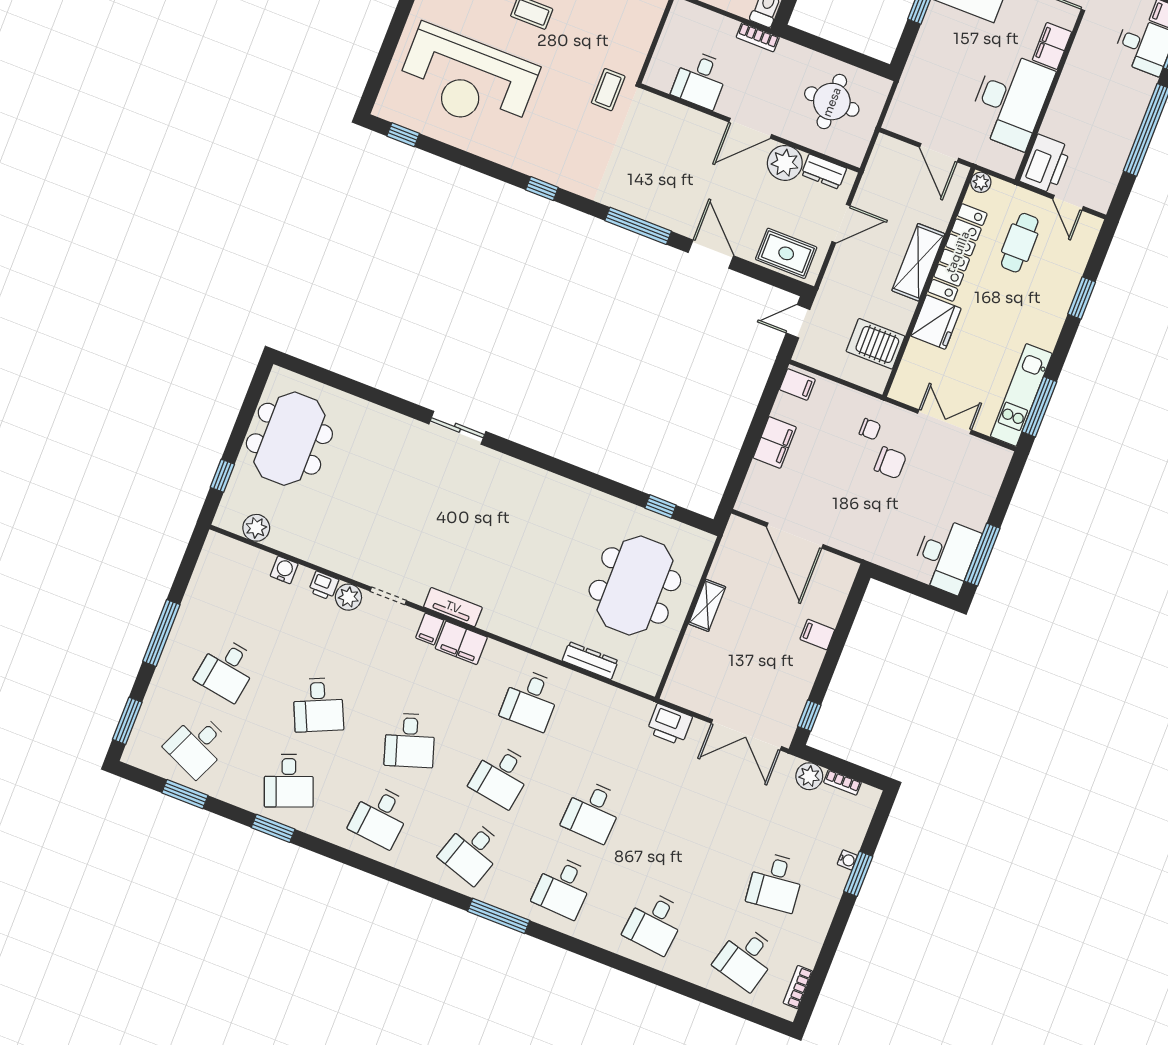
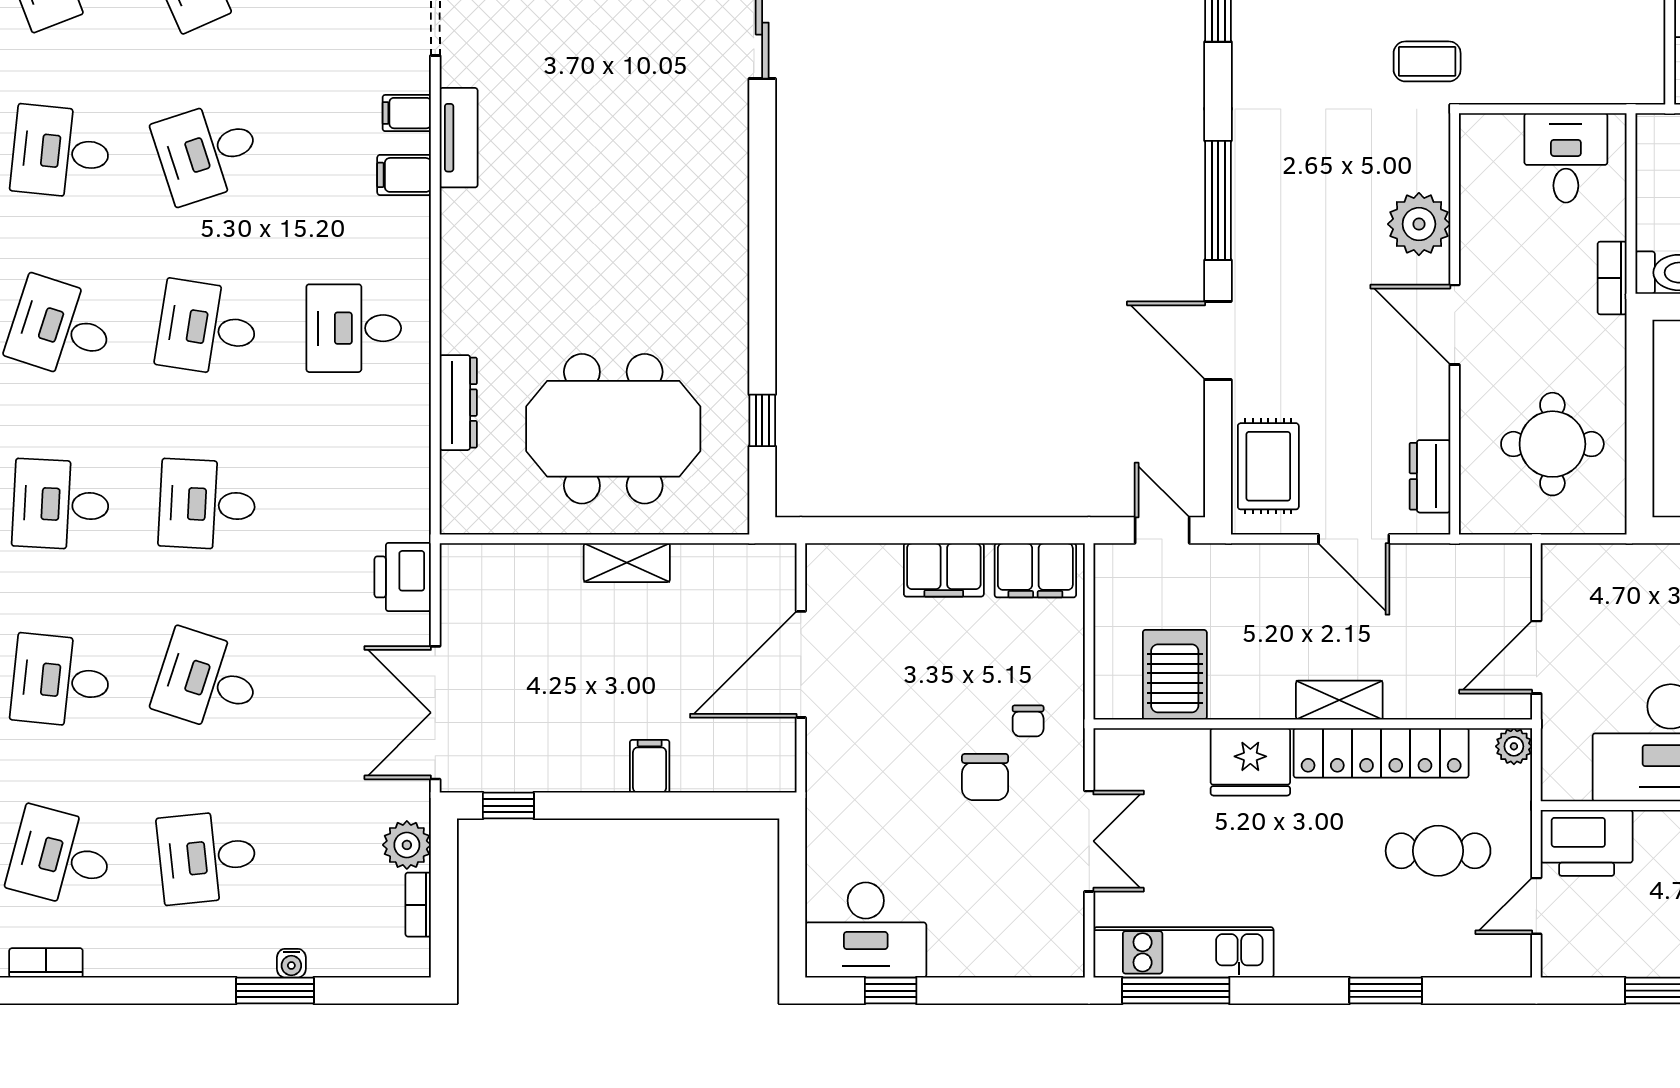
desk: (700, 80) -> (1566, 158), moved, turned 90
plant: (785, 163) -> (1419, 224), moved
door: (711, 254) -> (1218, 341), swing flipped
shelving: (918, 262) -> (1339, 700), width x0.67, depth x0.75
filing cabinet: (797, 385) -> (1035, 570), width x2.00
window: (982, 555) -> (891, 991), width x0.46
filing cabinet: (461, 643) -> (404, 175), width x0.50
desk: (684, 847) -> (207, 681), added

